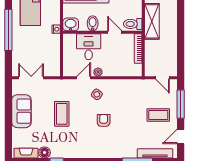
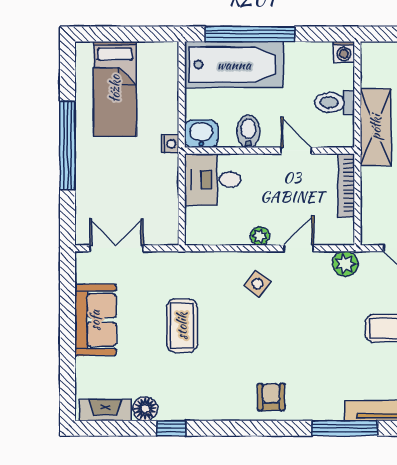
toilet: (133, 24) -> (335, 102), moved
desk: (89, 47) -> (213, 180), moved, turned -90
door: (84, 78) -> (299, 248), moved
plant: (138, 85) -> (345, 264), added
armchair: (104, 121) -> (271, 397), moved

